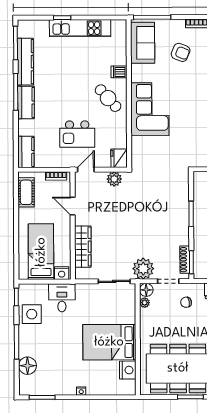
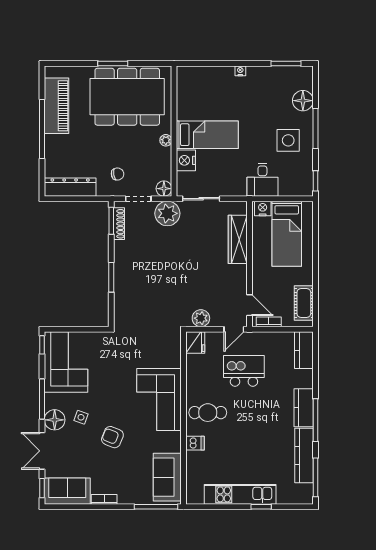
armchair: (181, 52) -> (112, 437), moved
cafe table: (108, 98) -> (208, 413), turned -48
door: (73, 206) -> (250, 305), moved
plant: (145, 303) -> (166, 140), moved
side table: (32, 314) -> (288, 140), moved
bed: (109, 342) -> (207, 135), width x0.67
nightstand: (128, 370) -> (186, 160), moved

